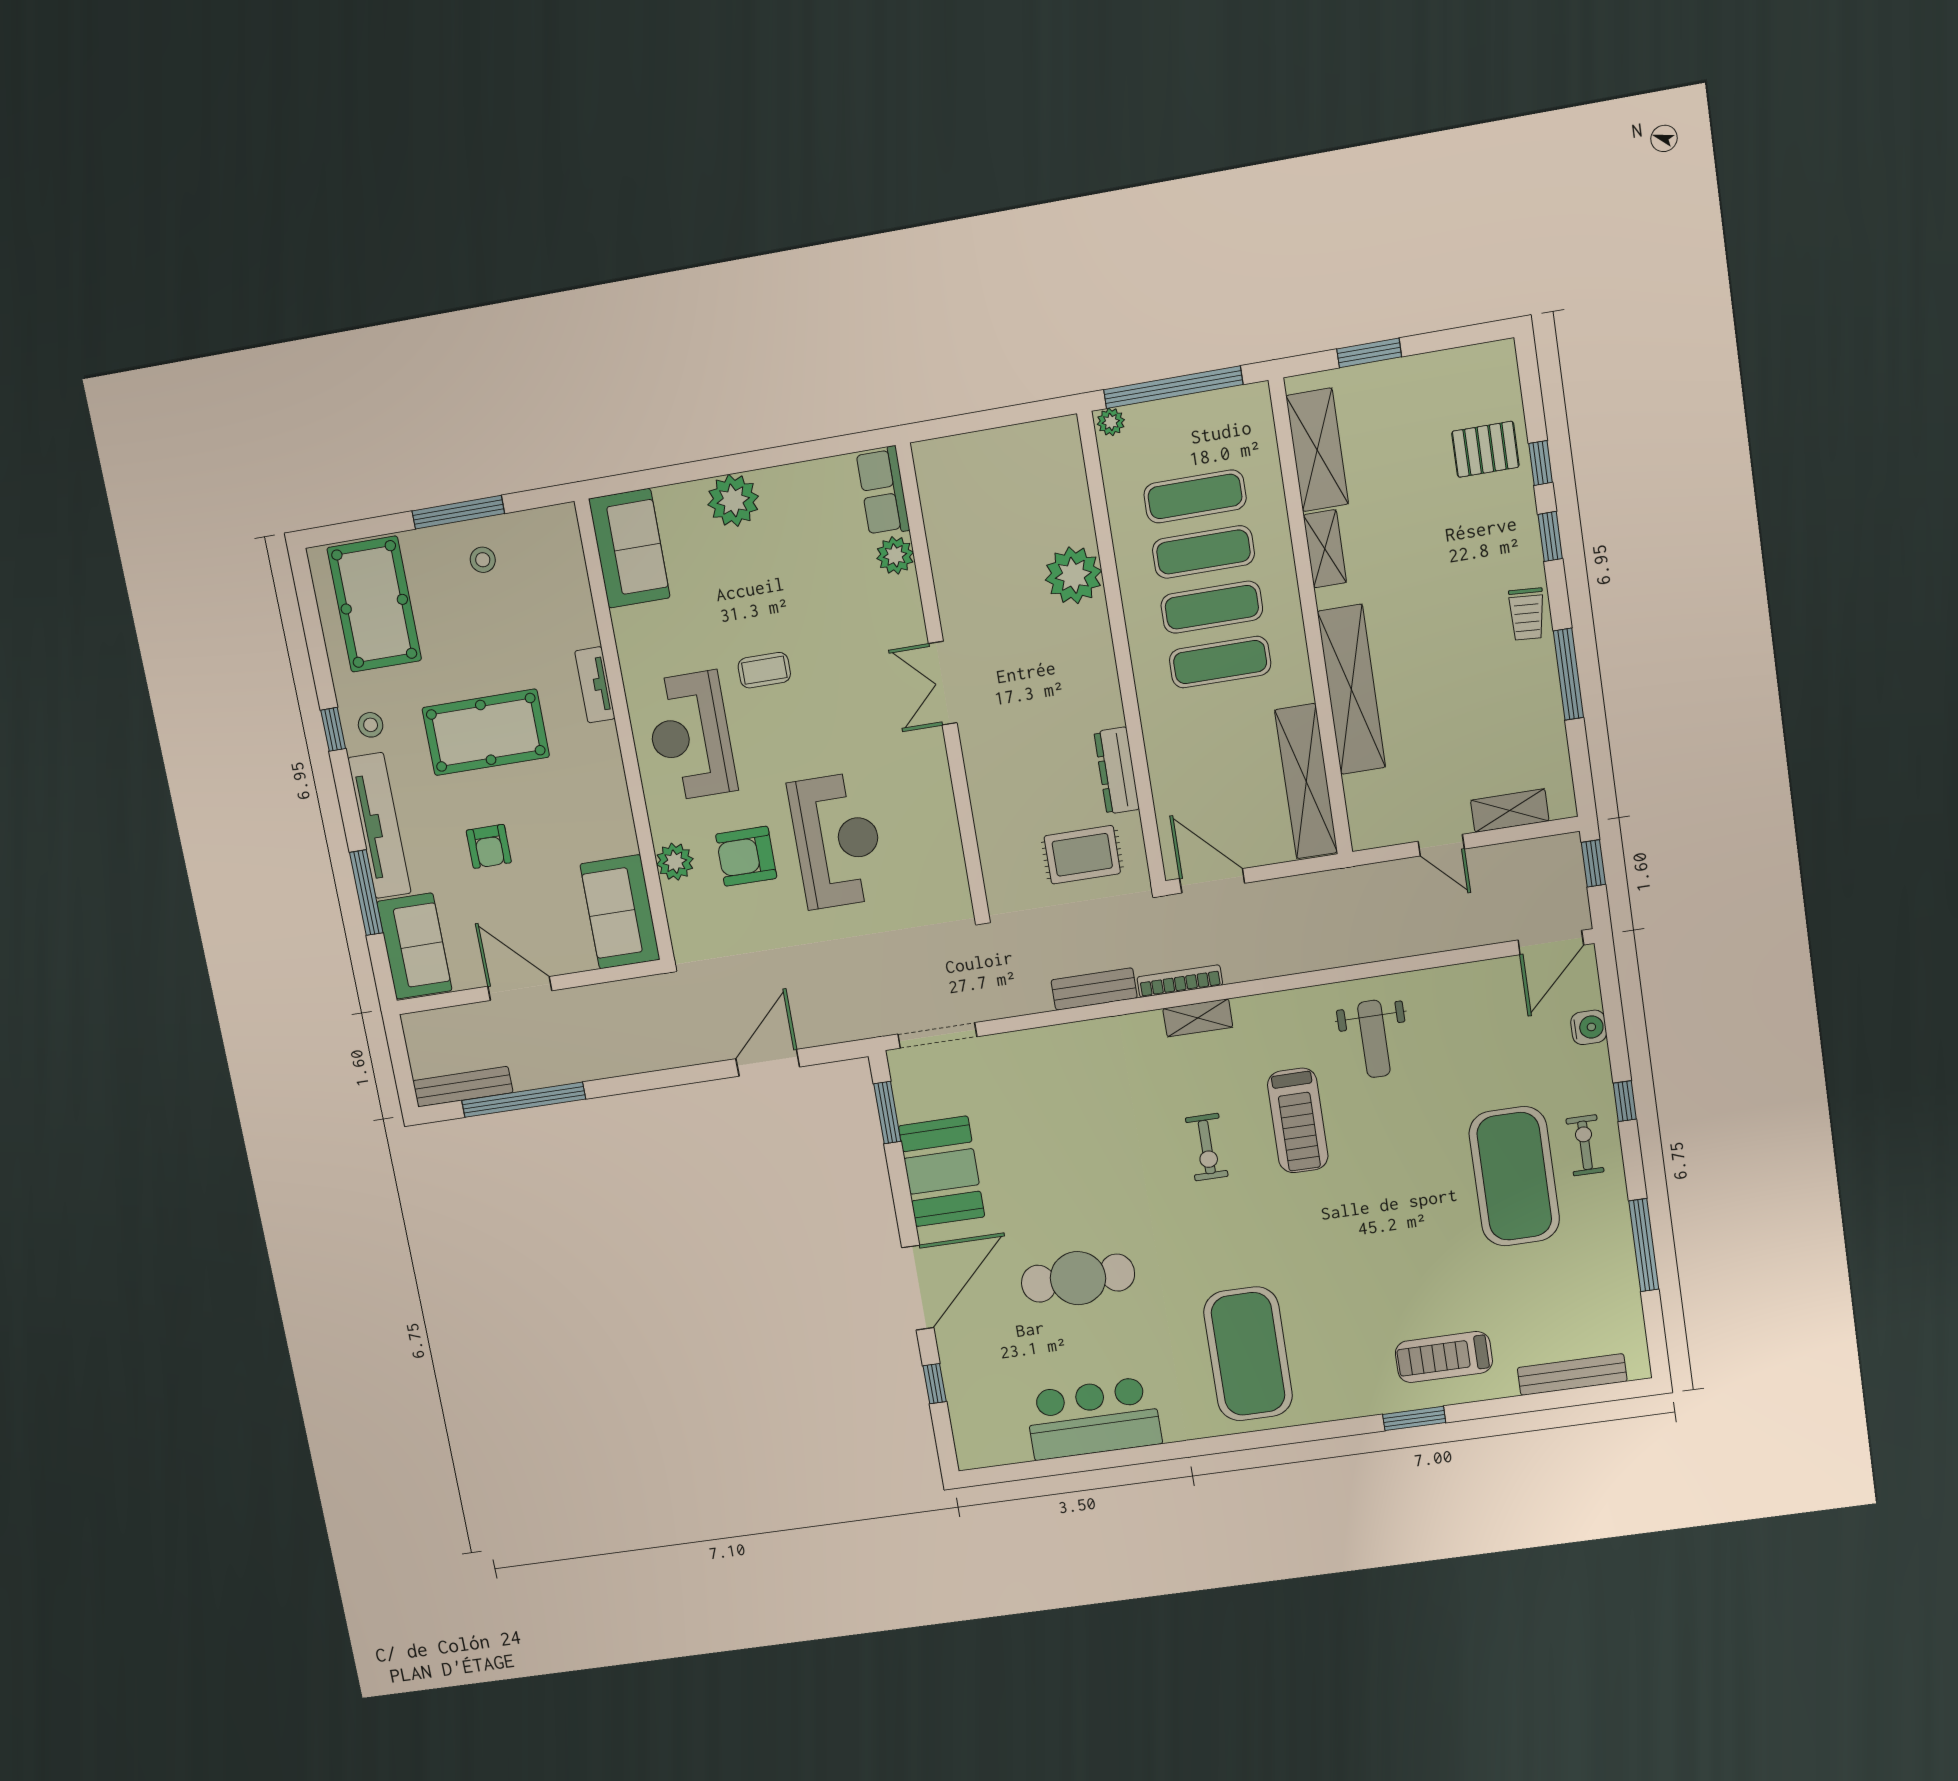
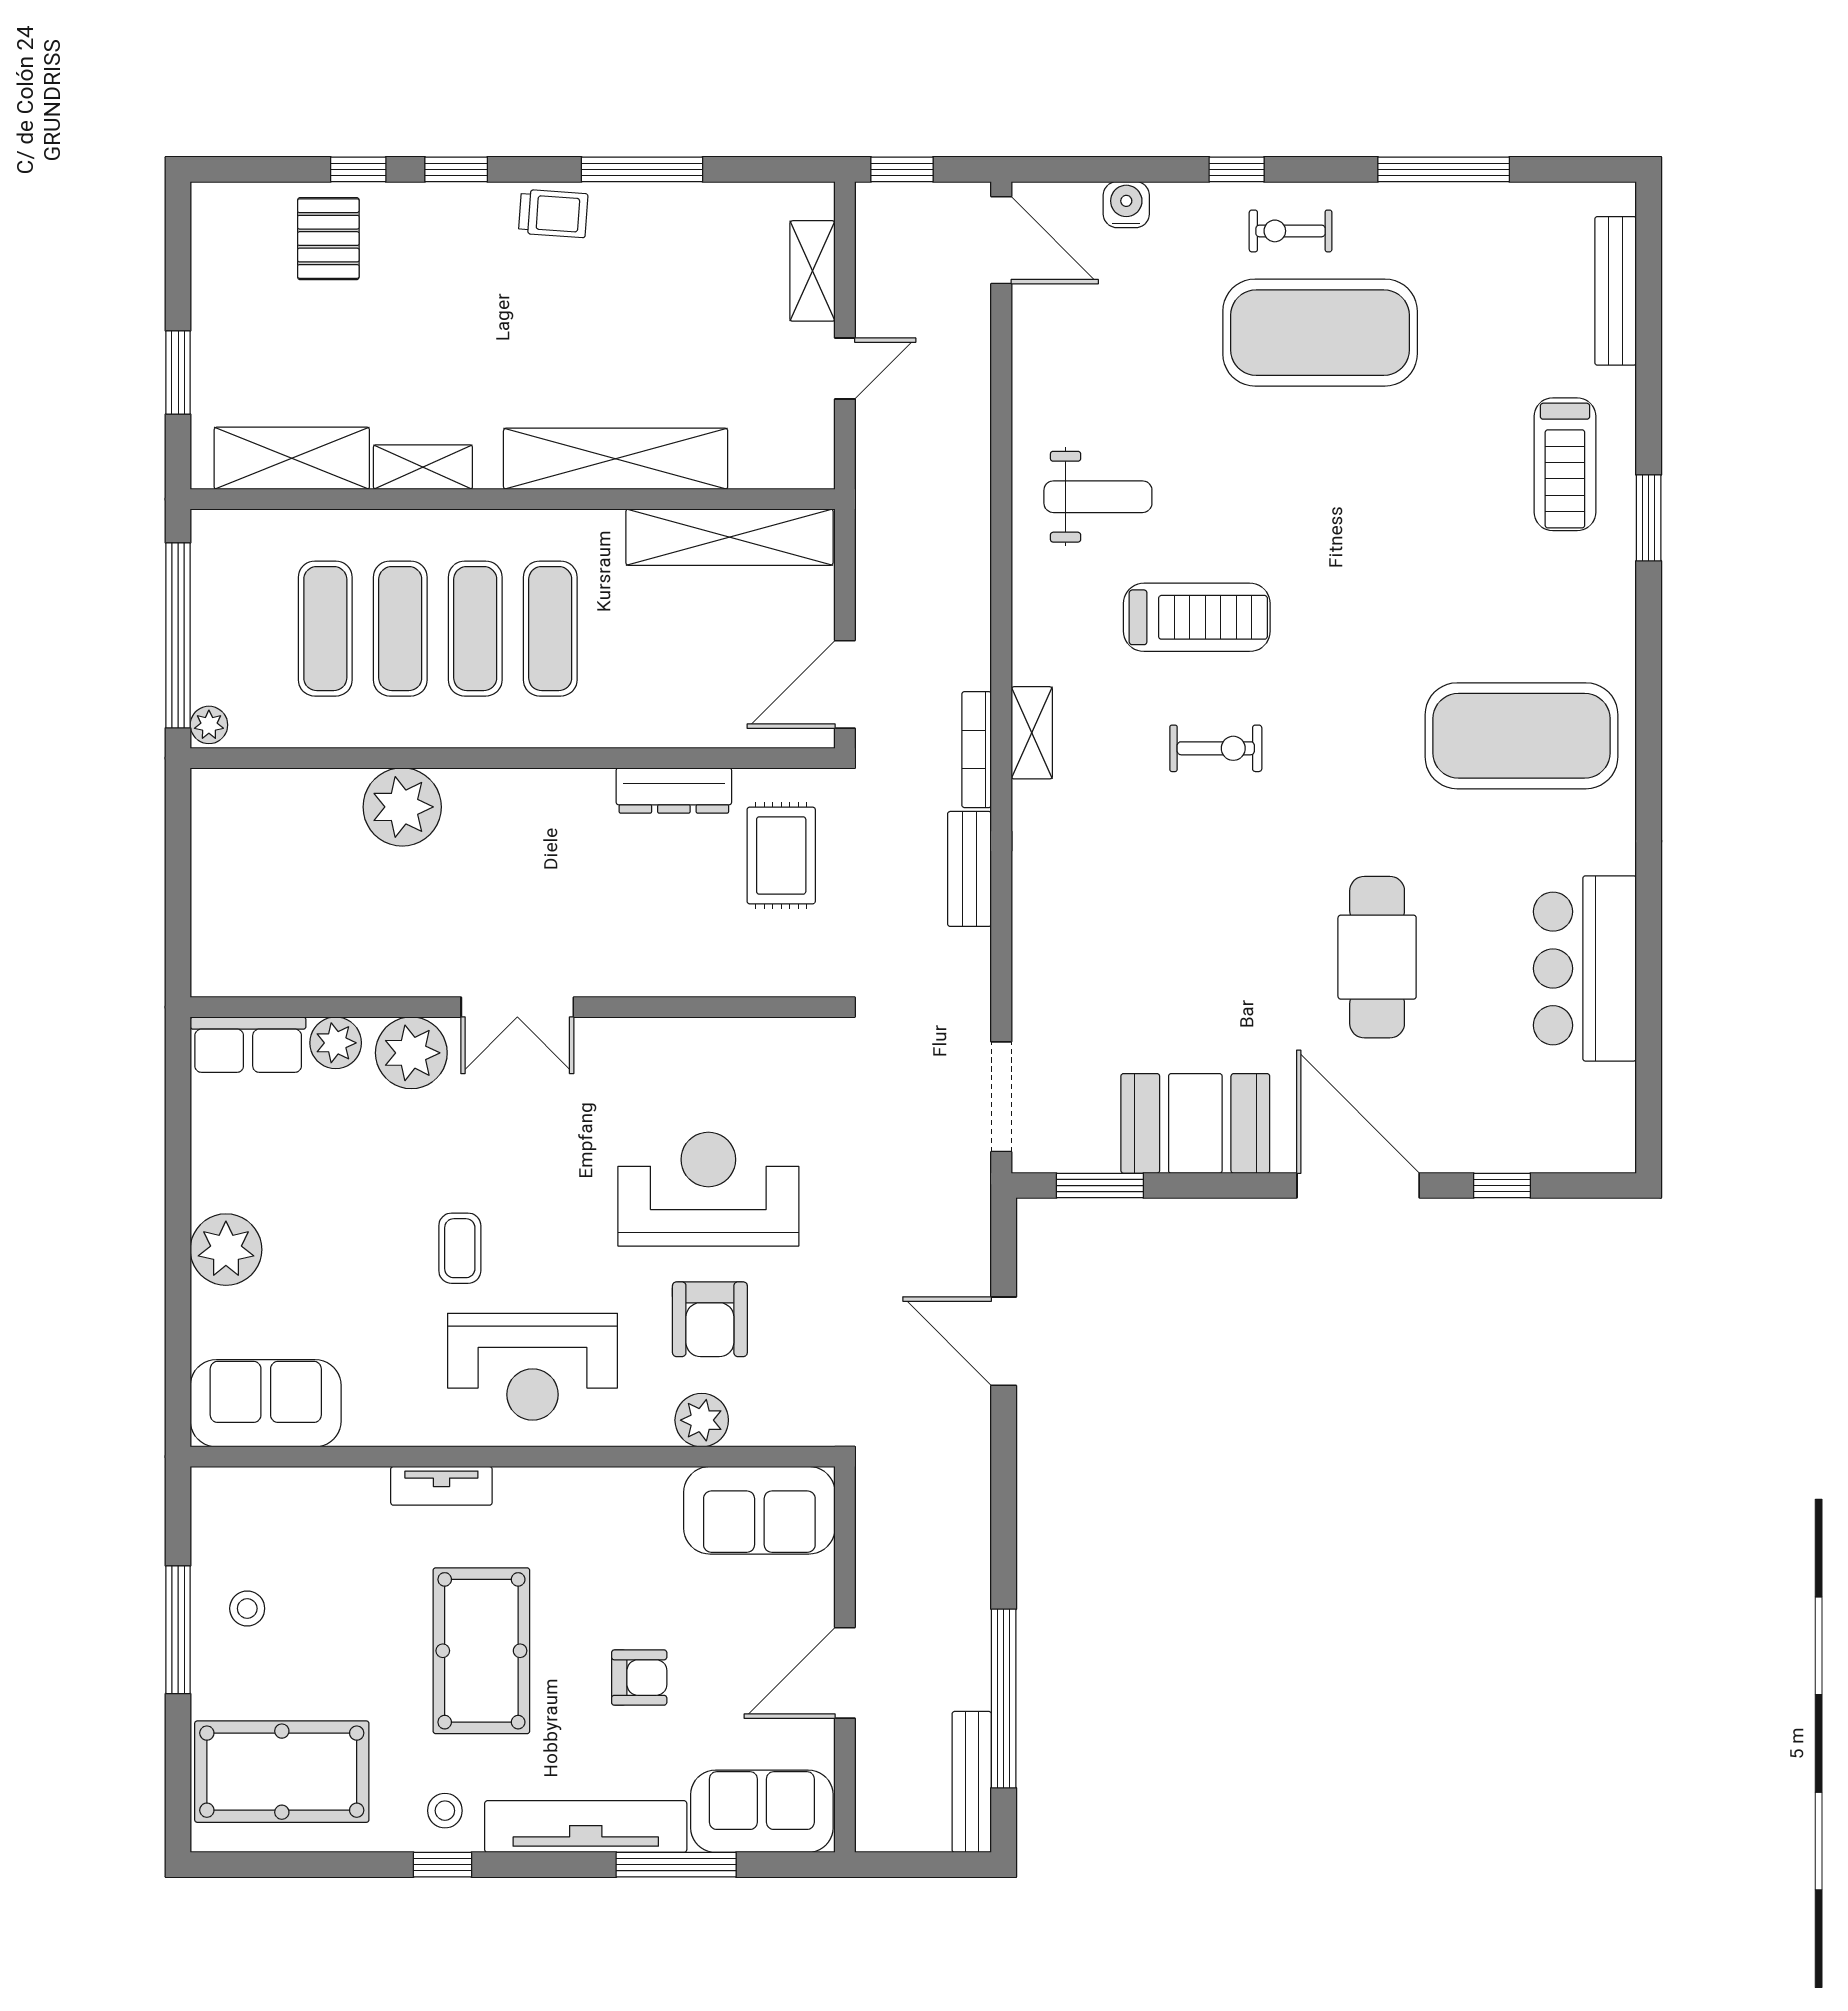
plant: (897, 612) -> (411, 1053), added

